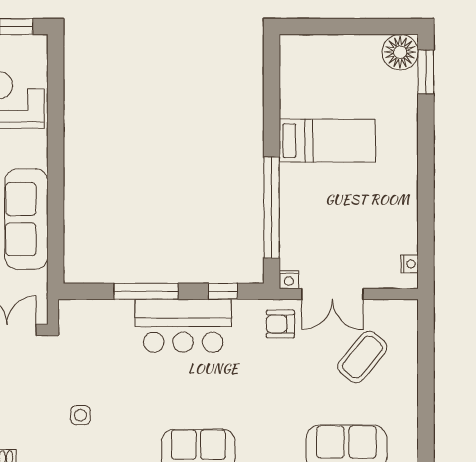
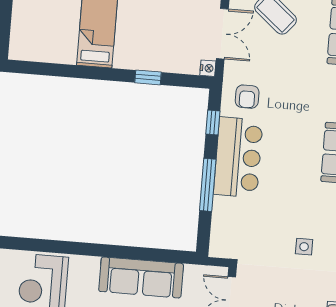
window: (272, 207) -> (148, 77), width x0.32
armchair: (280, 324) -> (247, 97), moved

